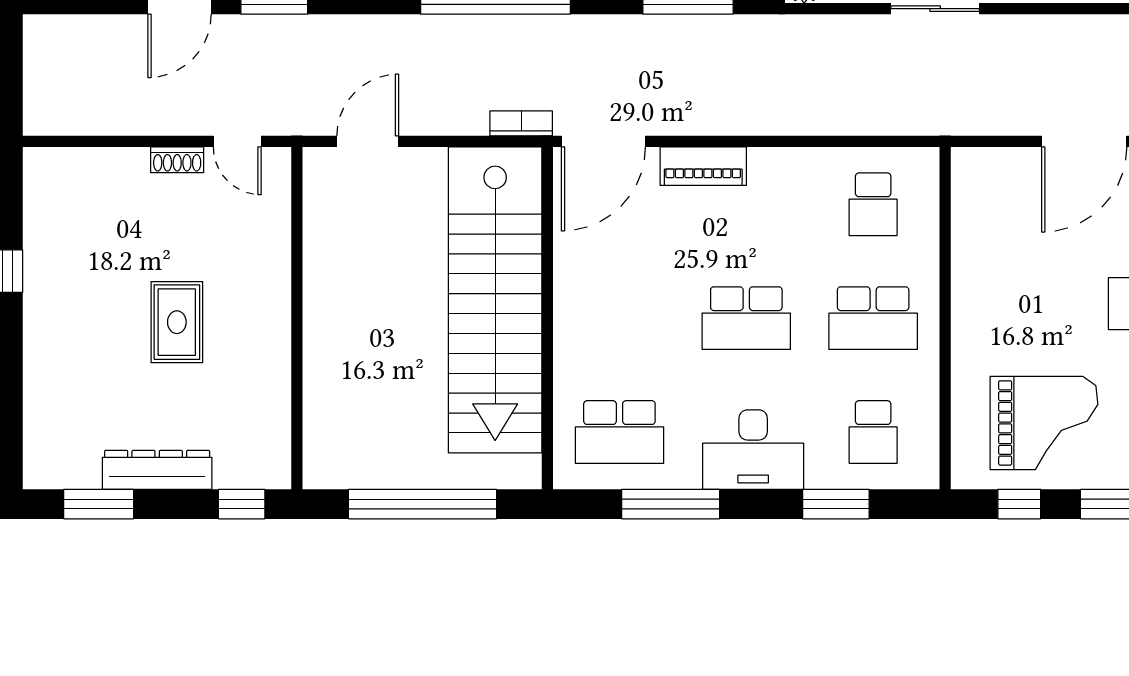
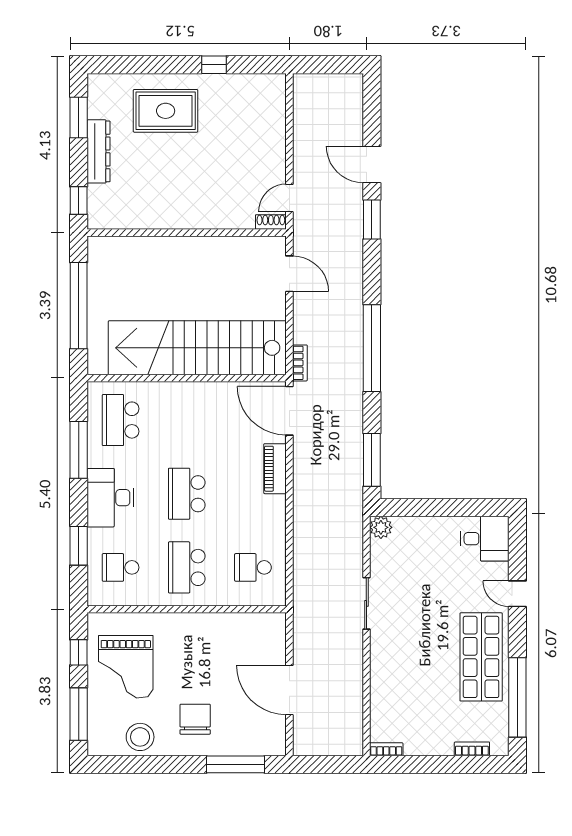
shoe rack: (177, 160) -> (271, 222), moved, turned 90
rug: (177, 322) -> (166, 111), moved, width x1.36, depth x1.43

